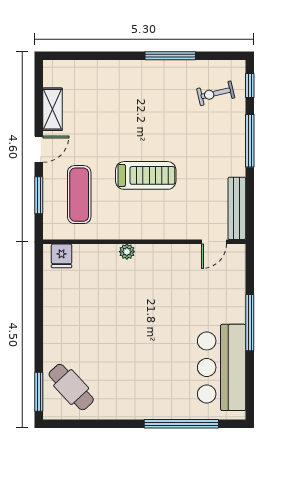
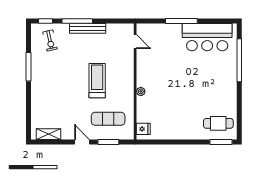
shelving: (53, 109) -> (48, 134), moved
bench: (237, 208) -> (88, 28), moved
cafe table: (71, 387) -> (218, 123), turned 43

